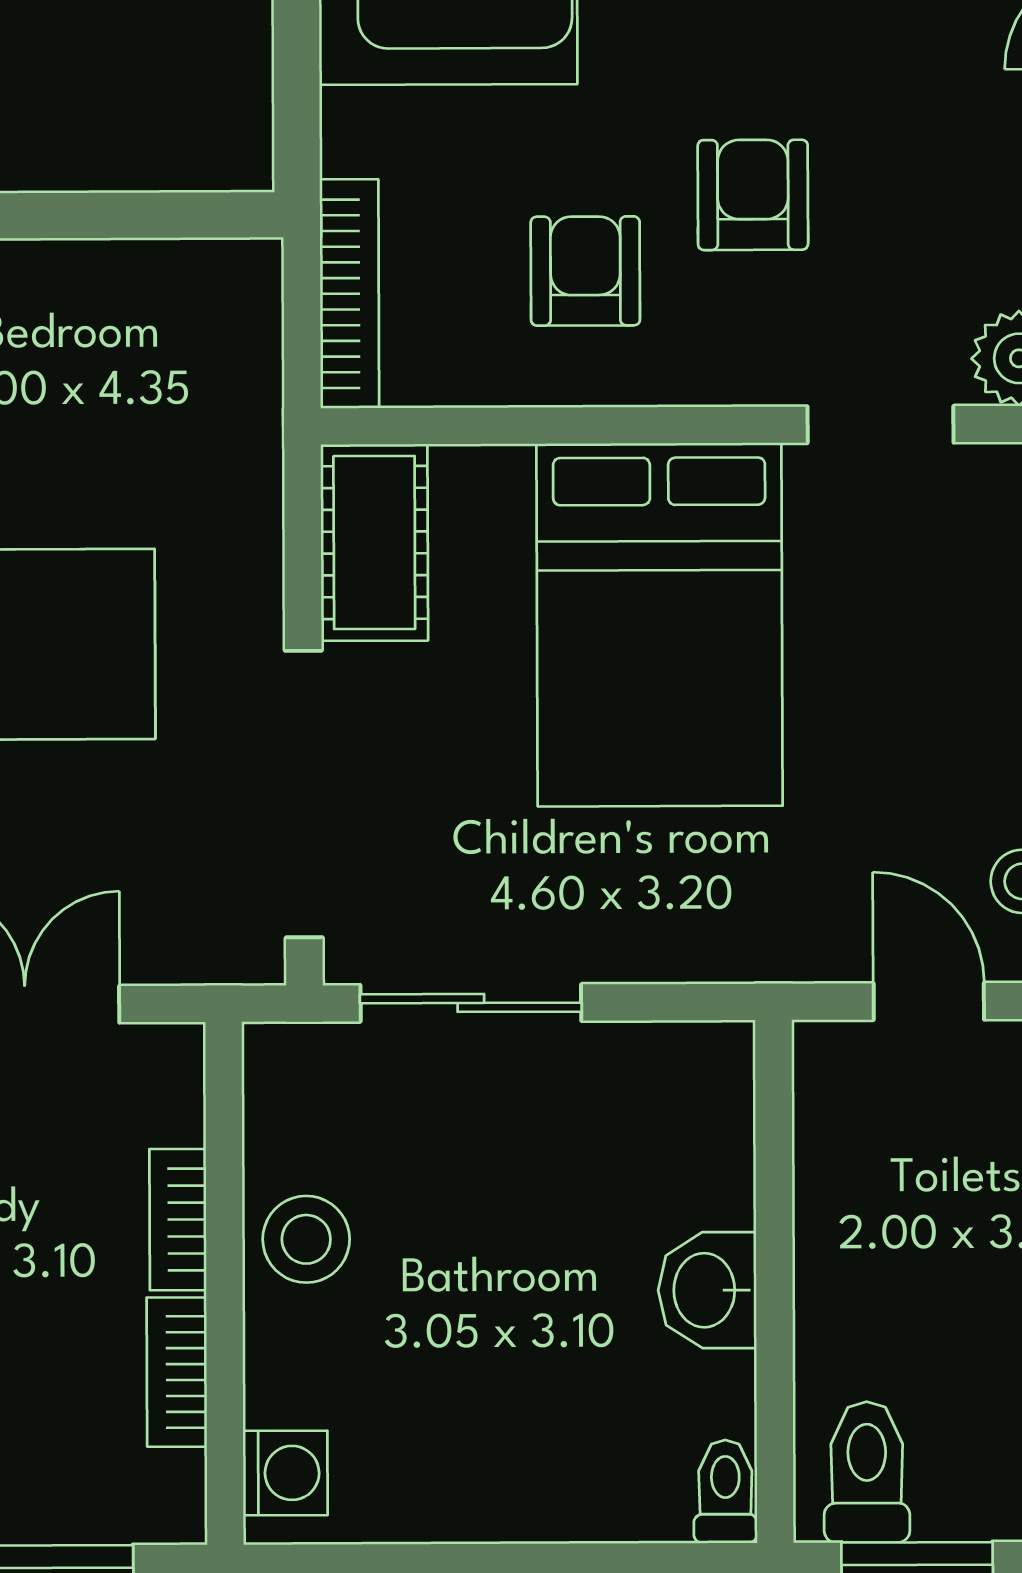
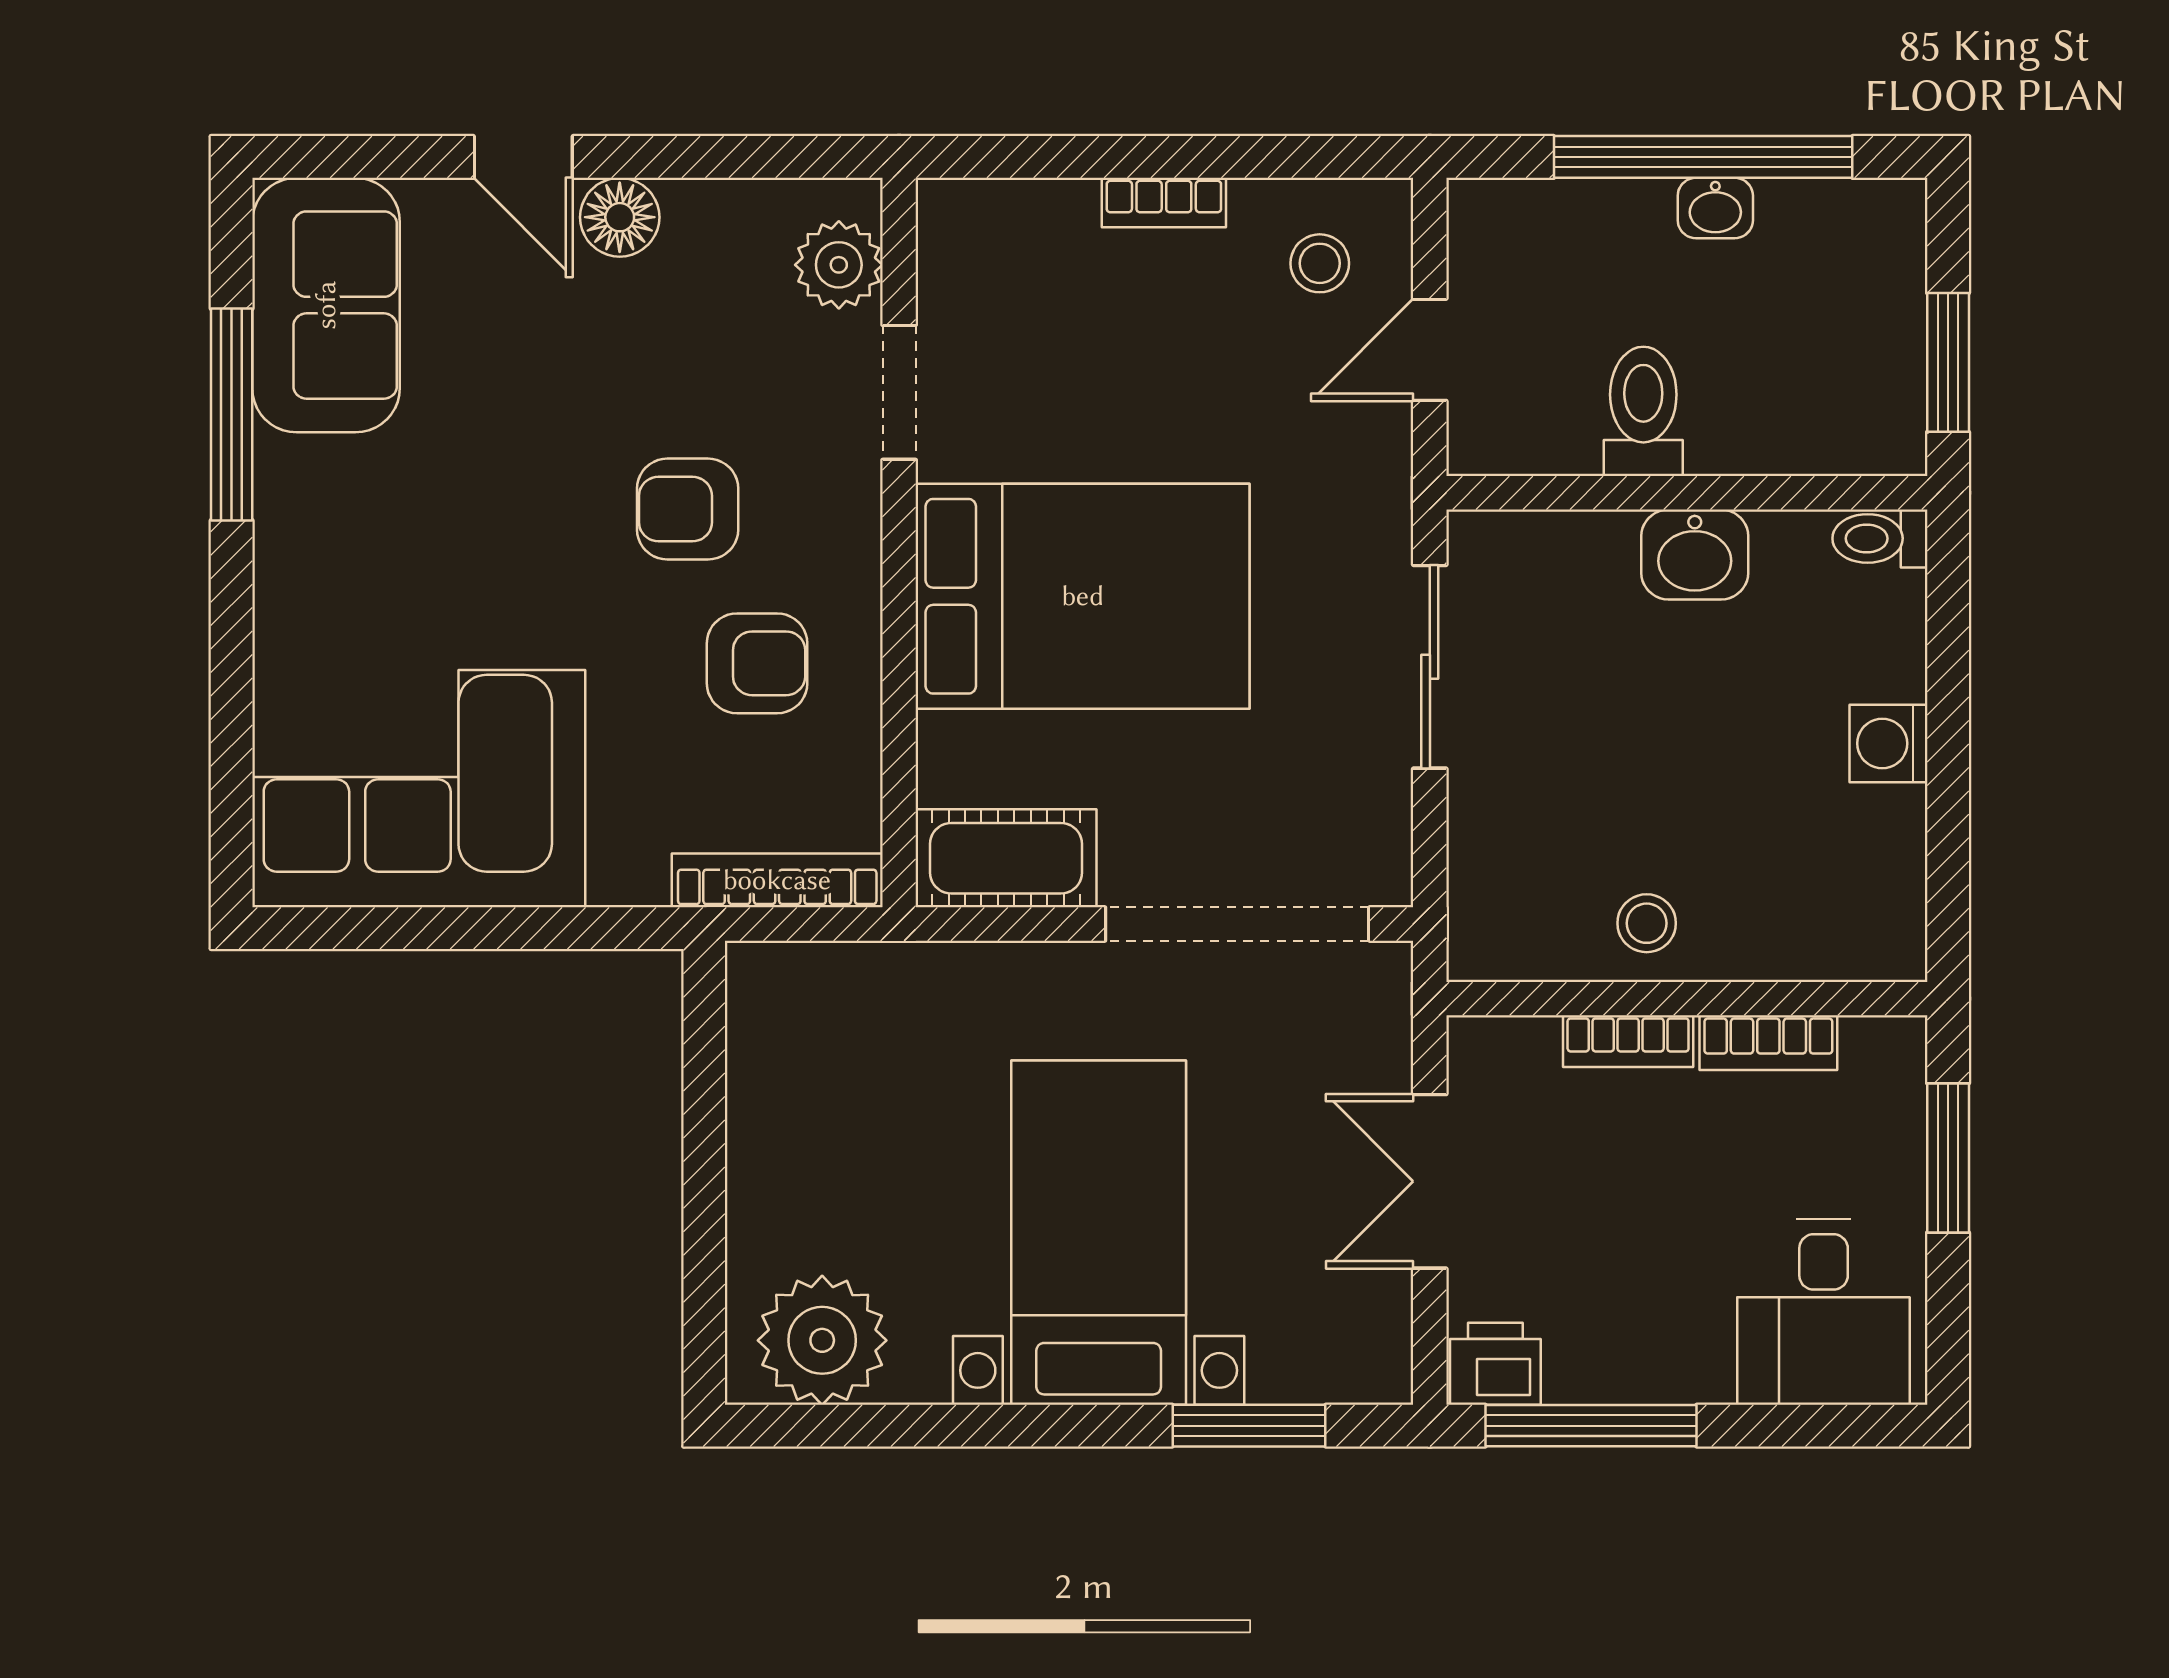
armchair: (585, 271) -> (757, 663), turned 180
sliding door: (471, 1003) -> (1430, 667), moved
stool: (306, 1239) -> (1647, 923), width x0.73, depth x0.73
toilet: (867, 1472) -> (1643, 411), moved, turned 90
washing machine: (285, 1473) -> (1888, 743), moved, turned -90

